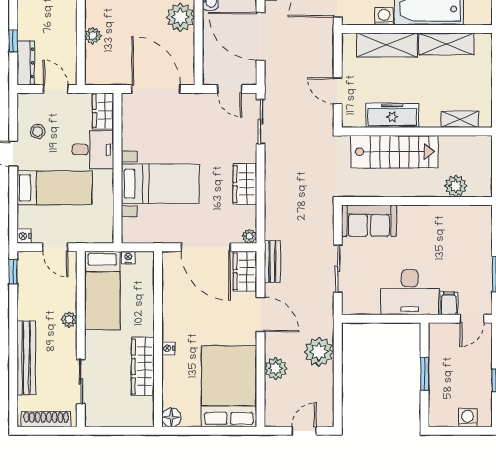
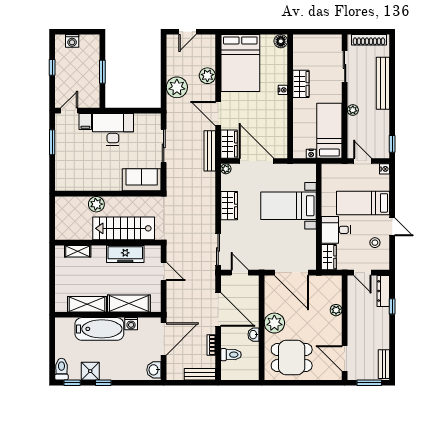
plant: (456, 186) -> (96, 204), moved
bench: (272, 262) -> (210, 151), width x1.36
wardrobe: (143, 366) -> (301, 84), width x0.67

